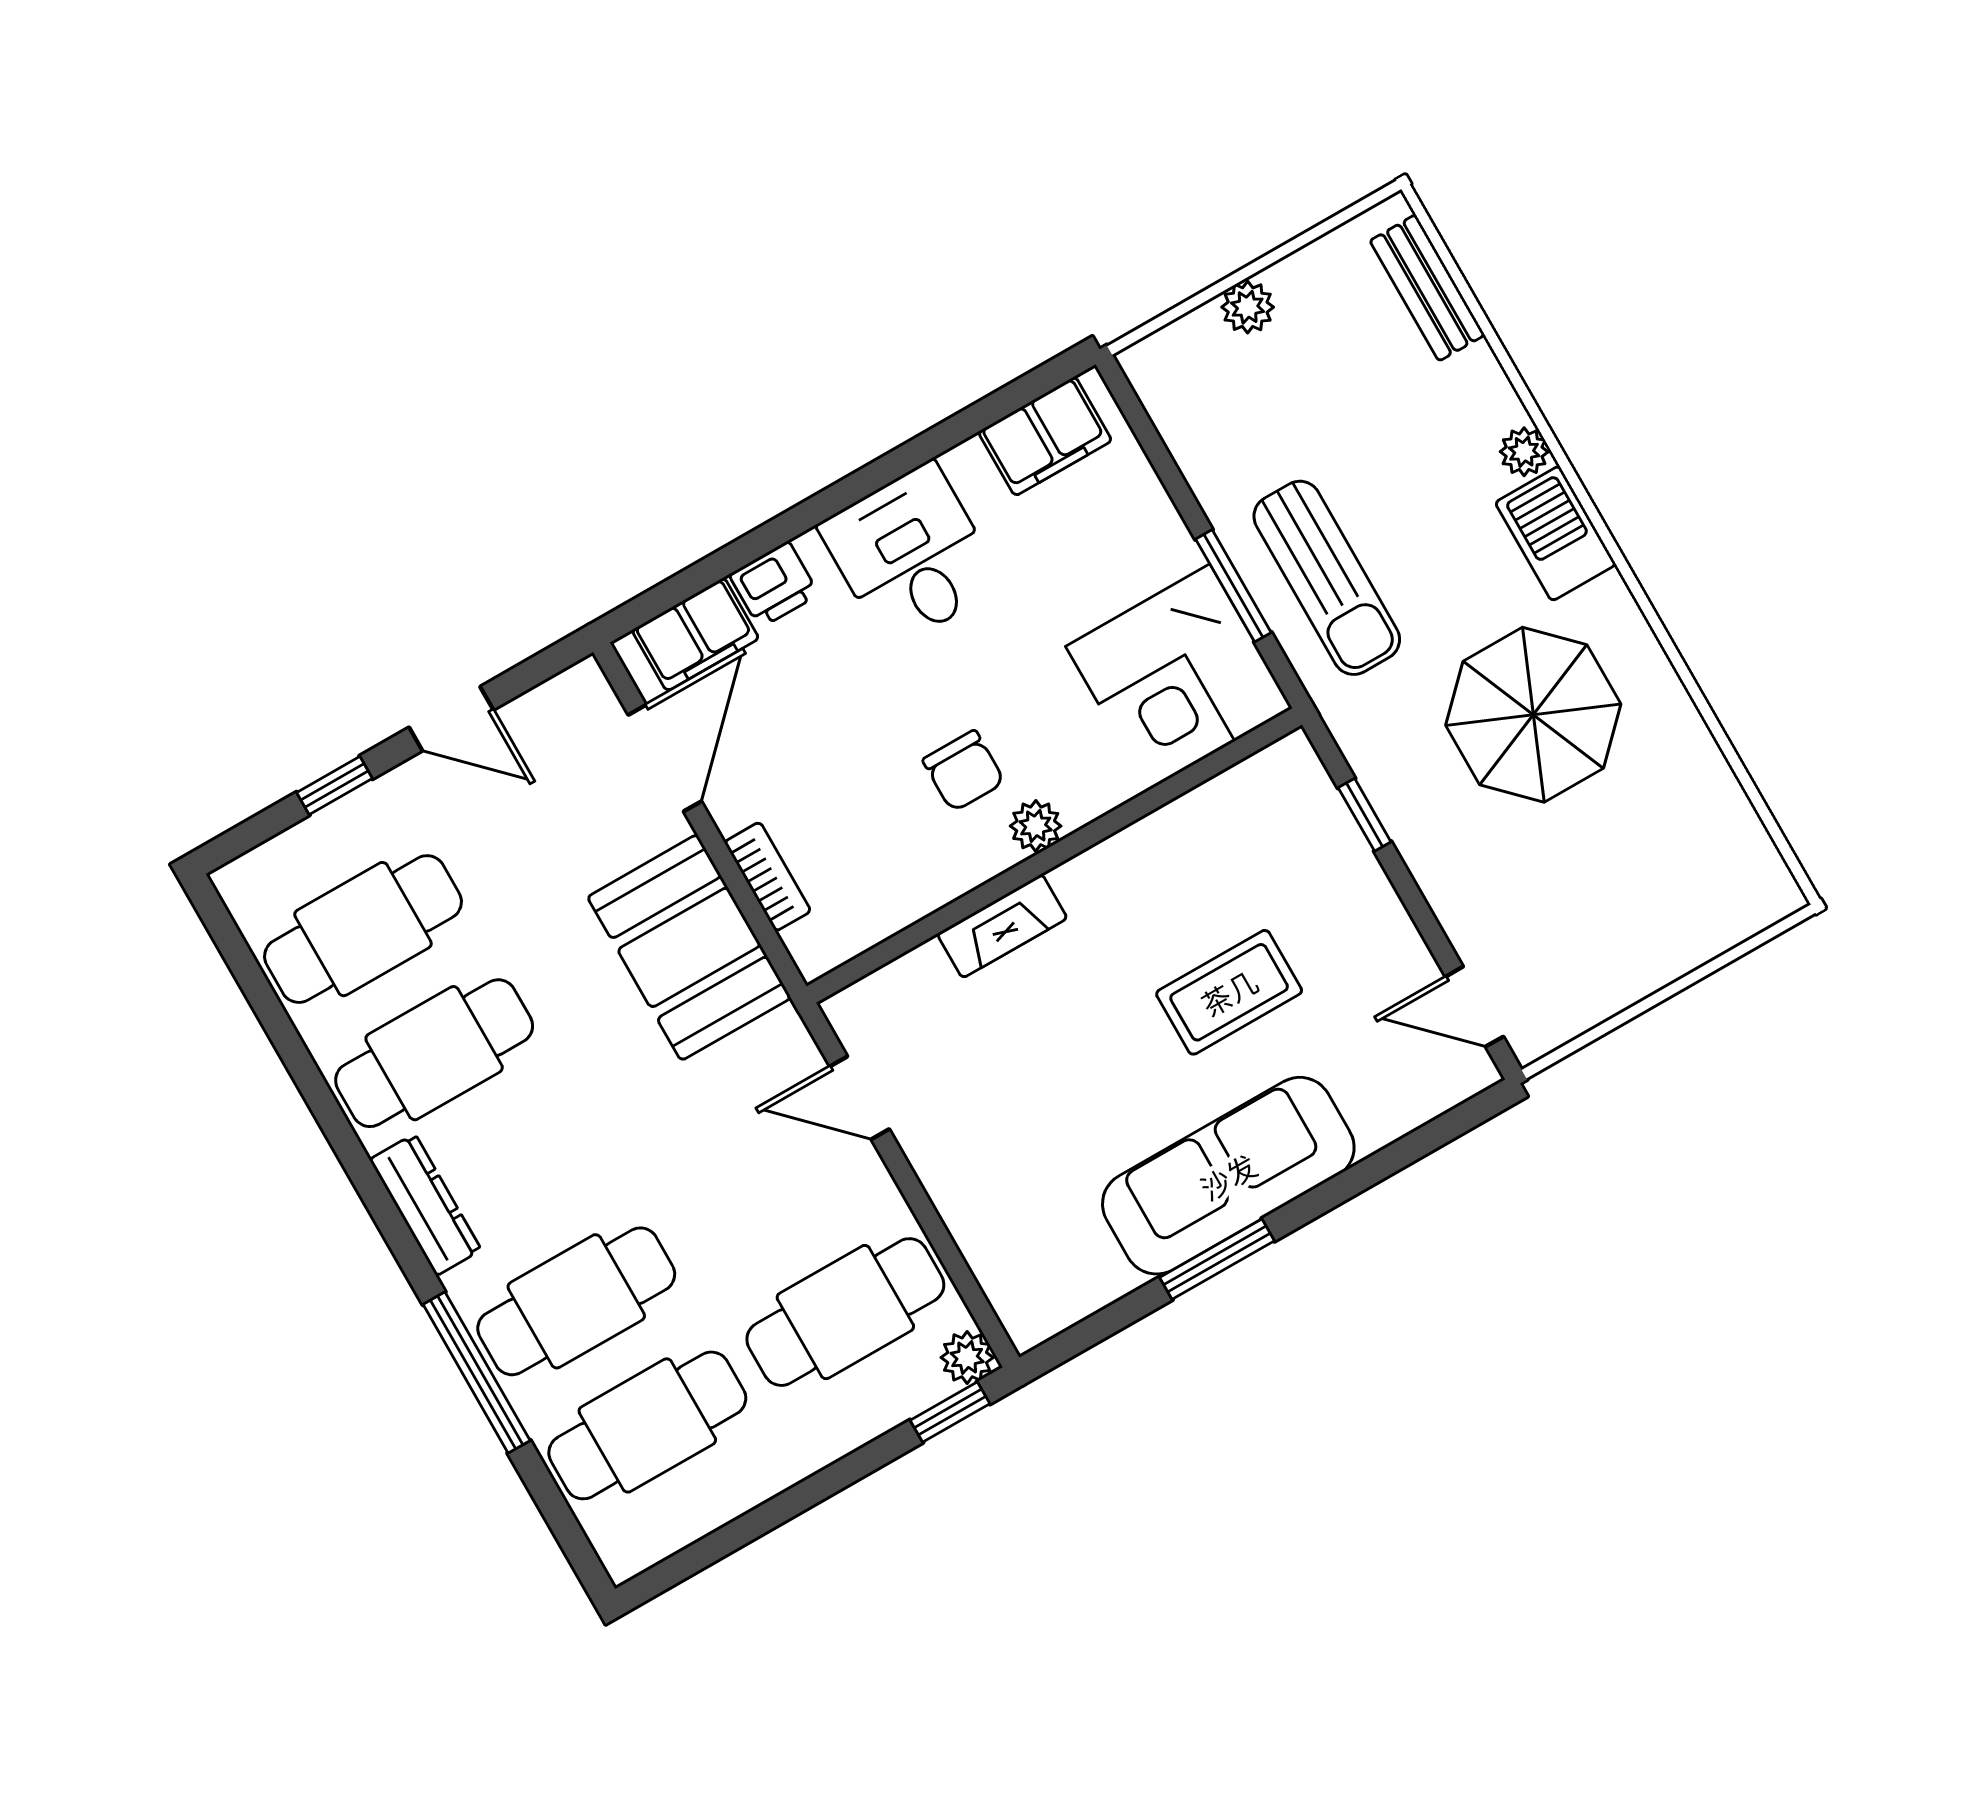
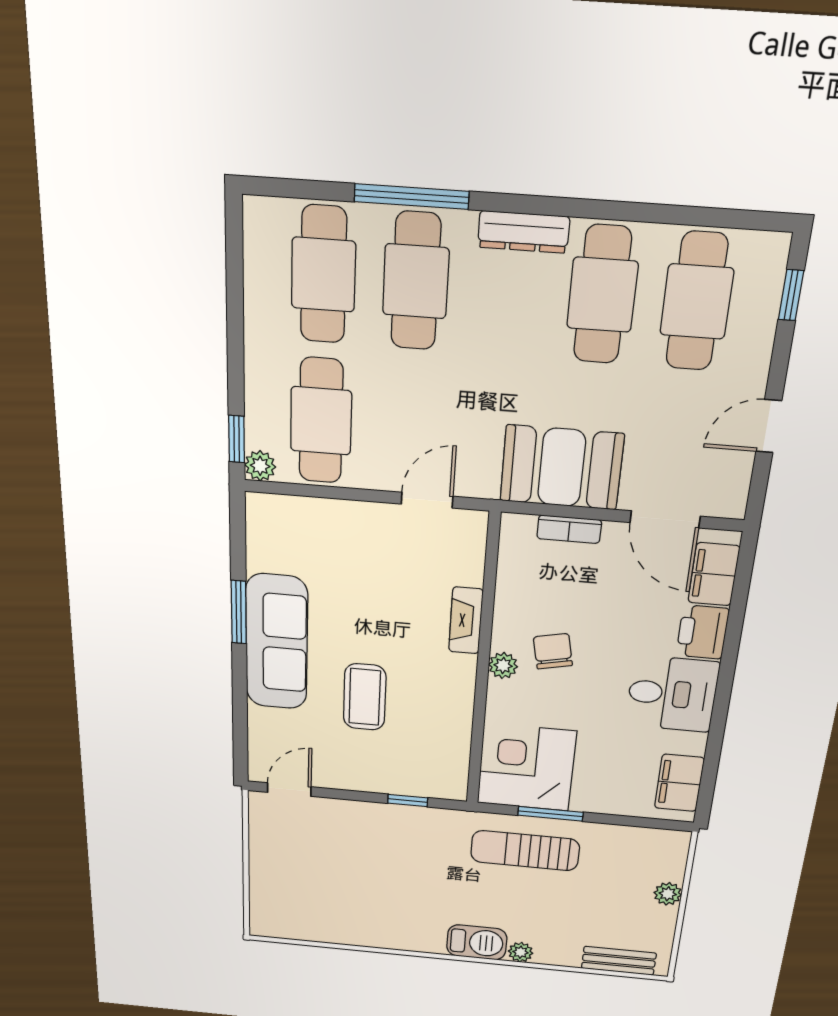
printer: (774, 584) -> (703, 632), width x1.36, depth x1.24
parasol: (1533, 715) -> (405, 889), removed
chair: (964, 771) -> (553, 651), turned 78
window: (334, 786) -> (791, 295), moved

